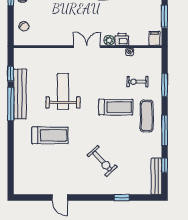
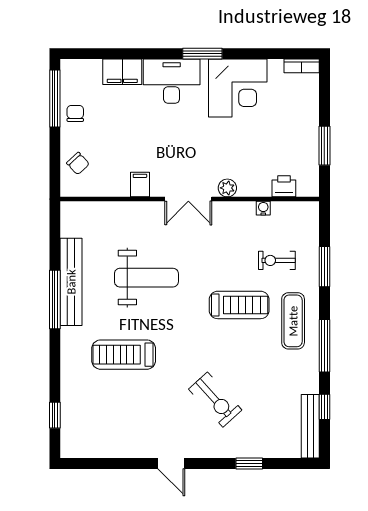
filing cabinet: (154, 38) -> (140, 185), moved
printer: (122, 39) -> (284, 186), moved
double door: (87, 47) -> (188, 199), swing flipped
window: (11, 74) -> (55, 415), moved
weight bench: (63, 91) -> (146, 278), turned 90
treadmill: (50, 135) -> (124, 355), turned 180
door: (60, 197) -> (171, 463), moved

